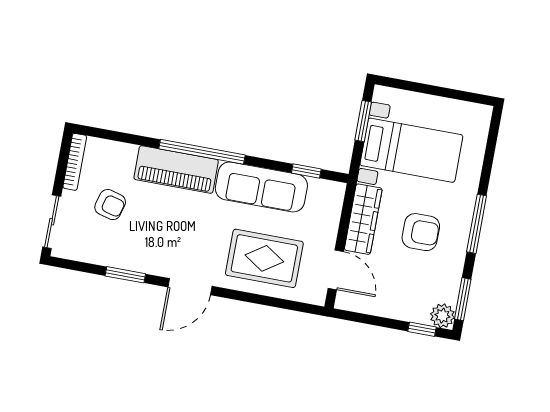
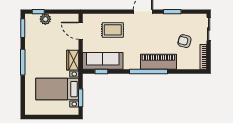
sofa: (261, 187) -> (103, 61), moved
wardrobe: (363, 219) -> (73, 60), width x0.67
armchair: (421, 232) -> (46, 54), removed
rug: (264, 258) -> (113, 30), width x0.73, depth x0.70
plant: (442, 316) -> (45, 19), moved

